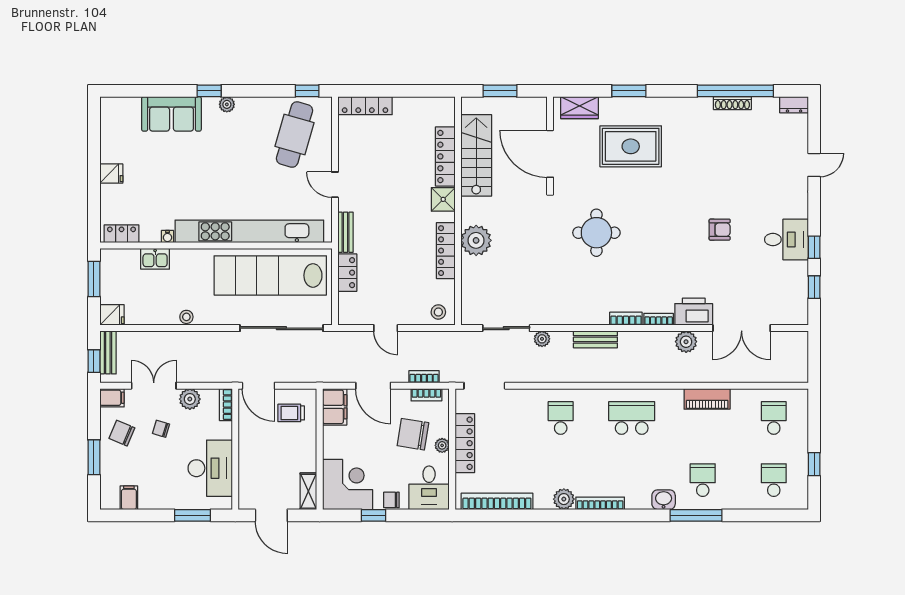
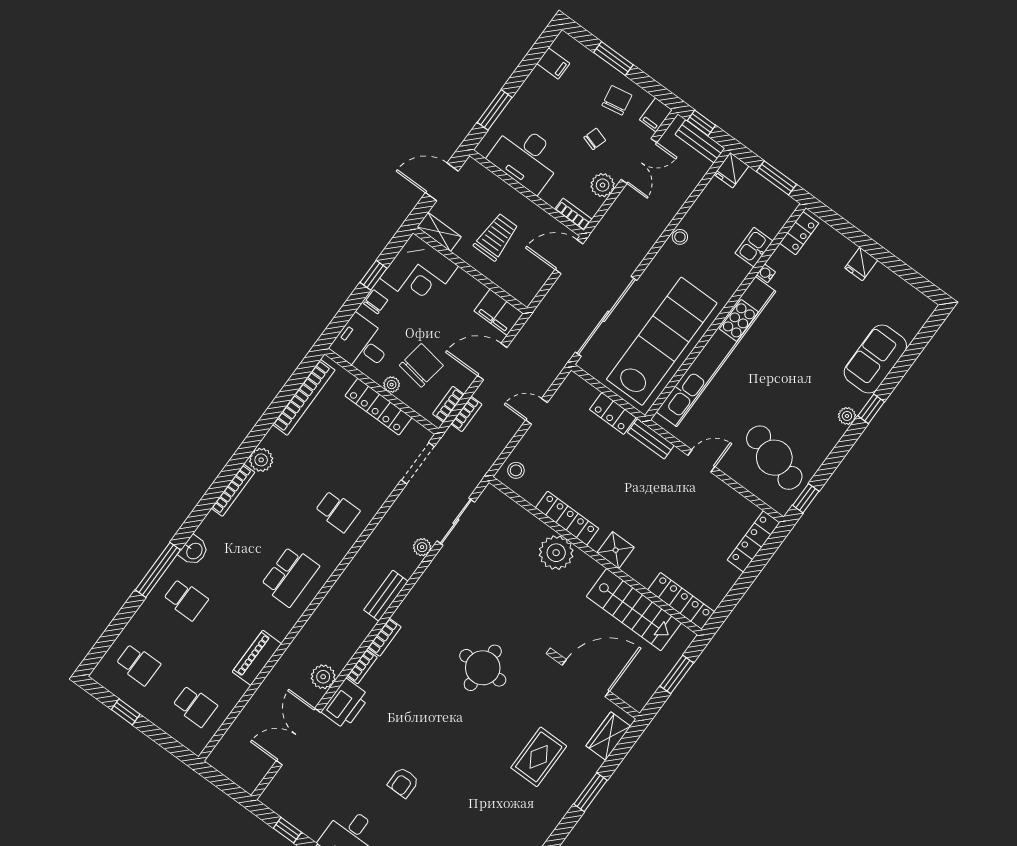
rug: (631, 146) -> (539, 757), width x0.73, depth x0.70
locker: (445, 156) -> (681, 601), moved
trolley: (291, 413) -> (496, 237), moved, width x1.36, depth x1.39
chair: (122, 433) -> (617, 100), turned -33

